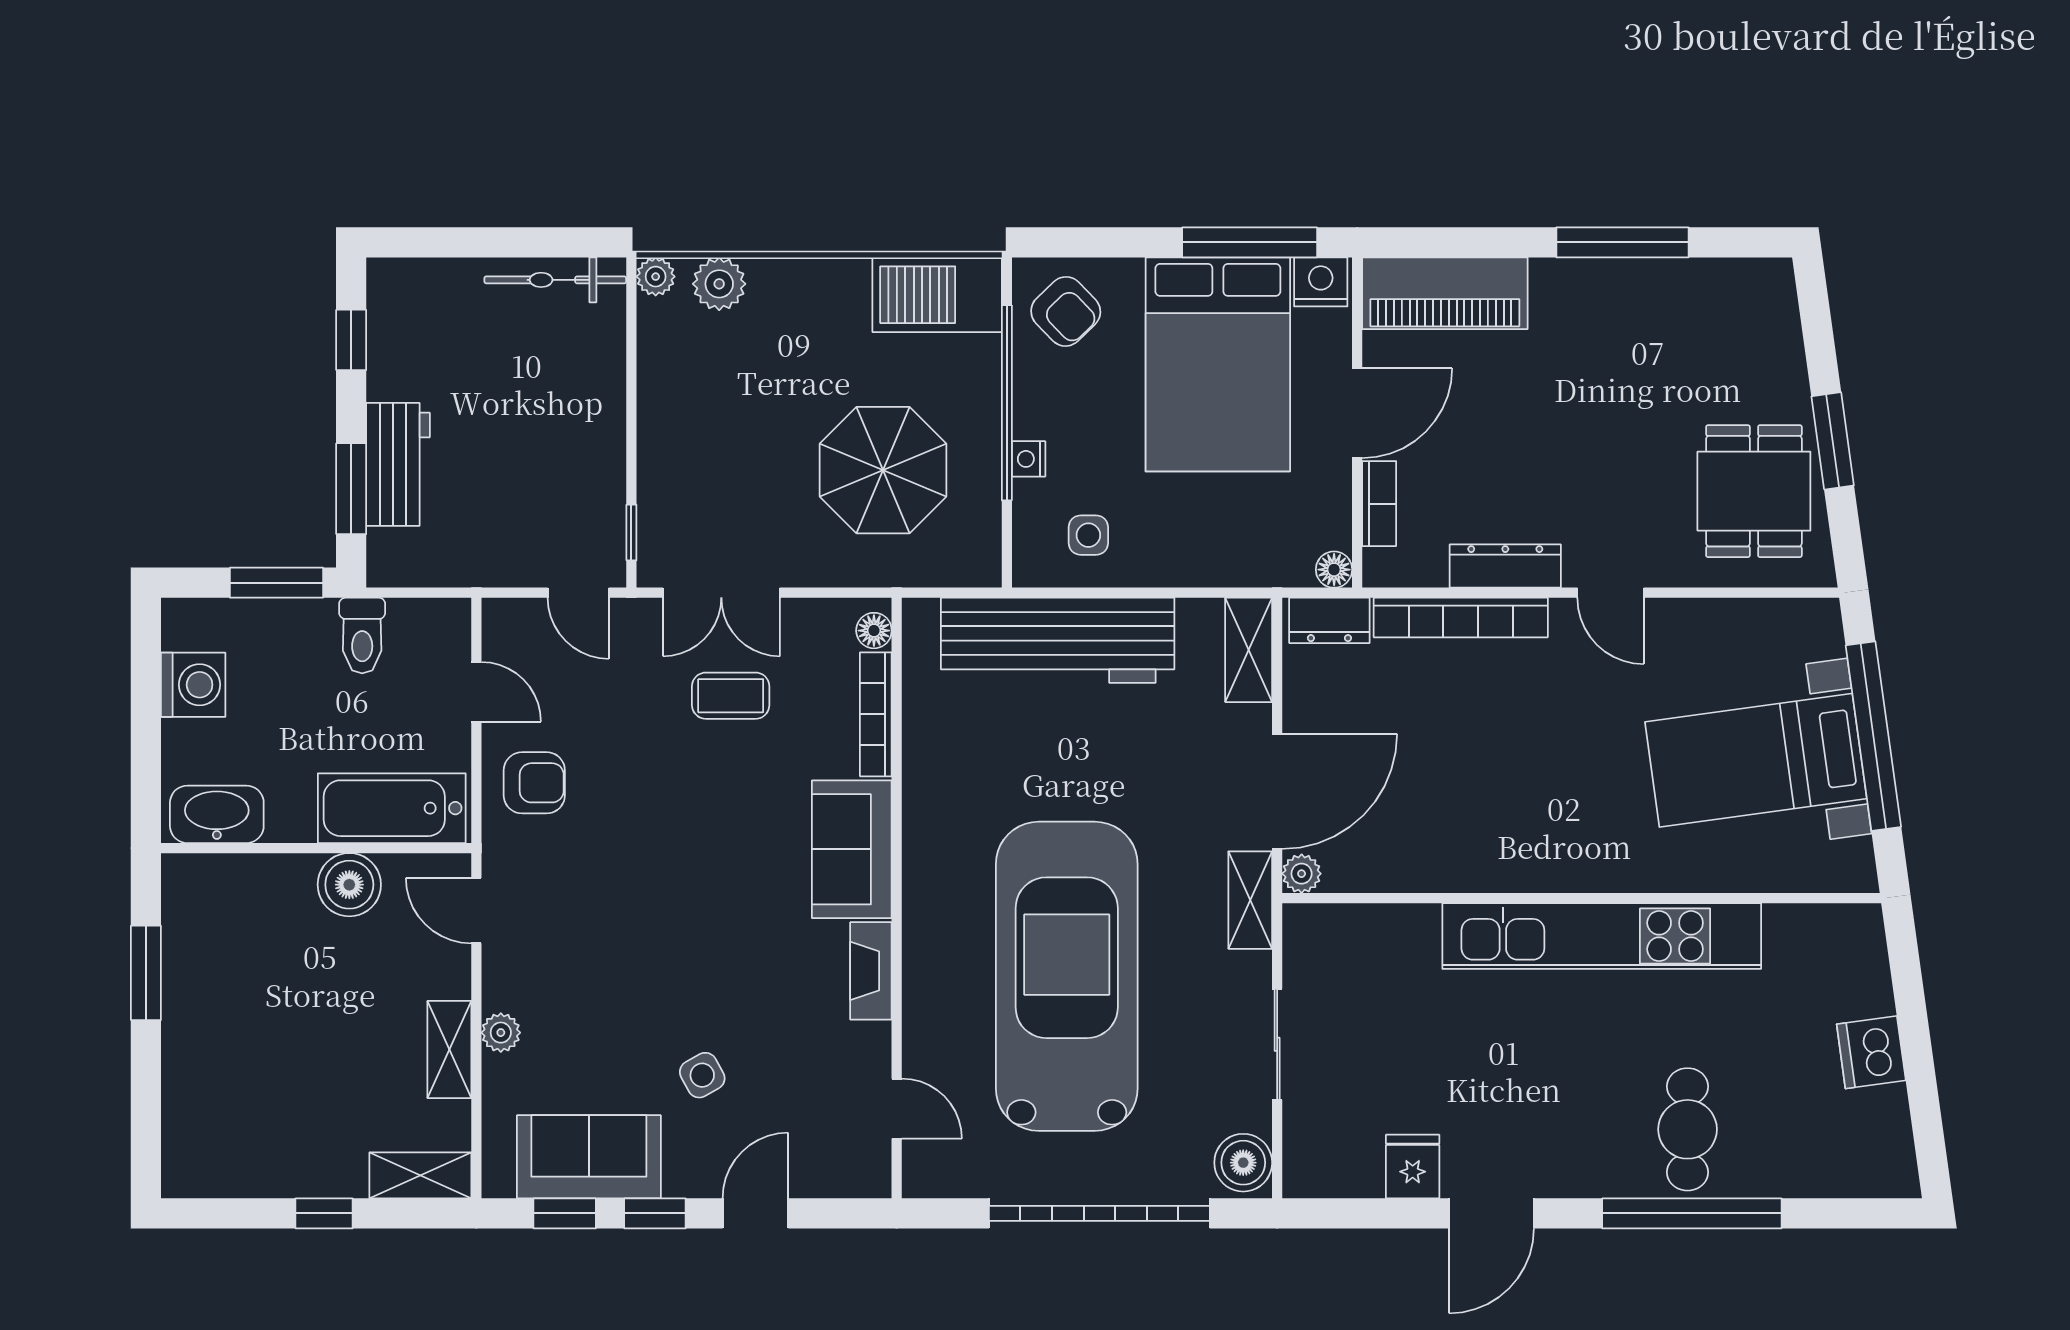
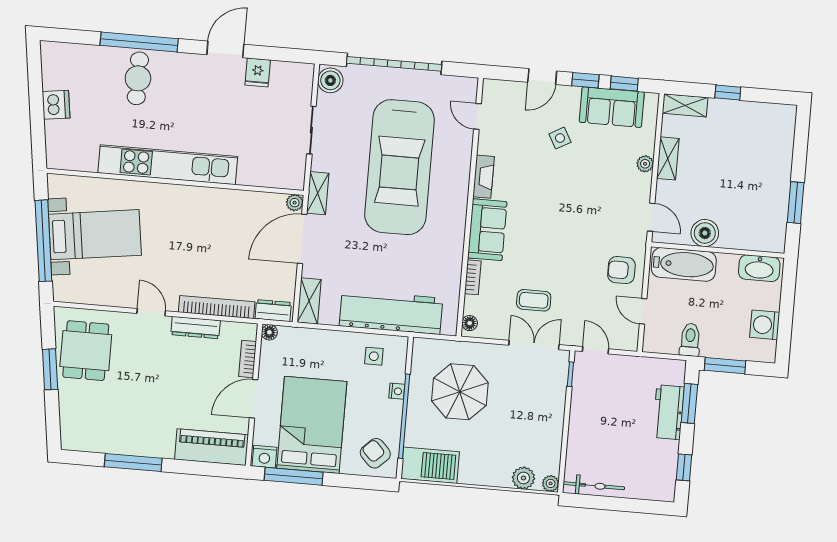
bookcase: (876, 714) -> (473, 277), width x0.64

